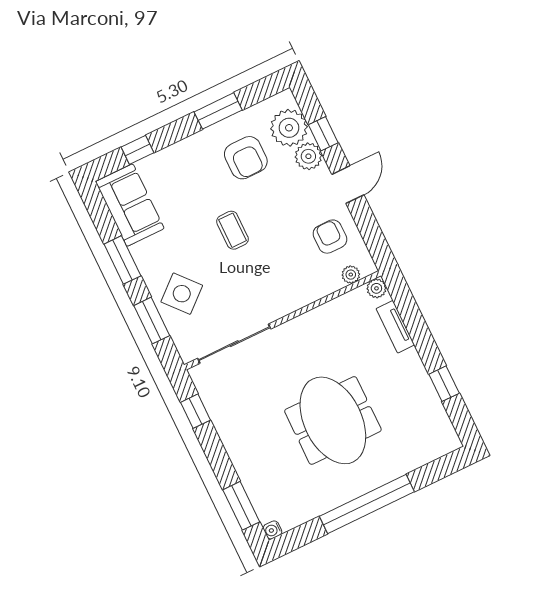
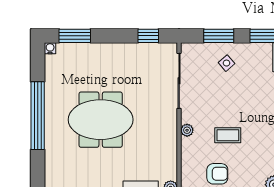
coffee table: (232, 230) -> (228, 135), moved
plant: (351, 275) -> (187, 130), moved
side table: (182, 294) -> (227, 63), width x0.54, depth x0.54

